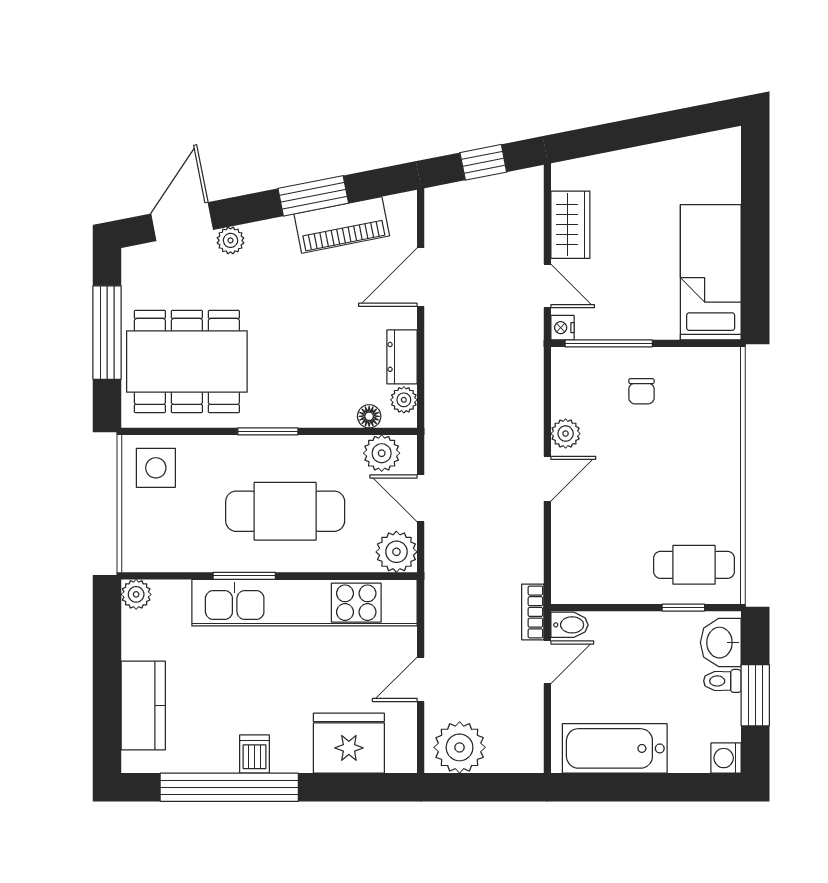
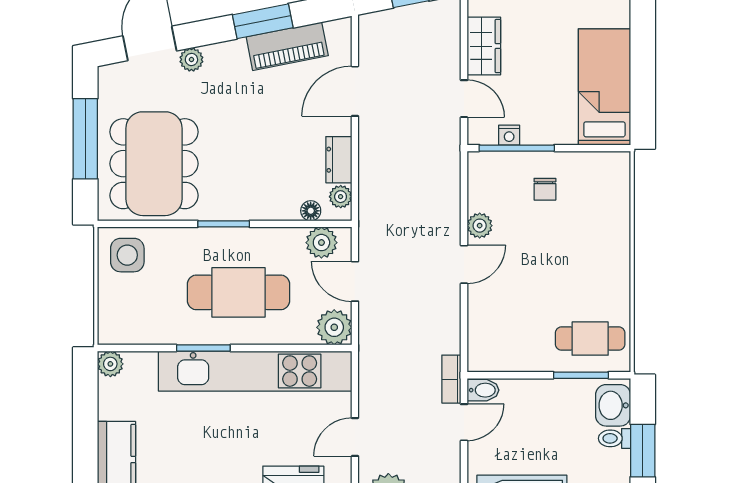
nightstand: (562, 328) -> (509, 135), moved, turned -90
dining table: (187, 361) -> (154, 164), turned 90
window: (683, 608) -> (581, 375), width x1.50

